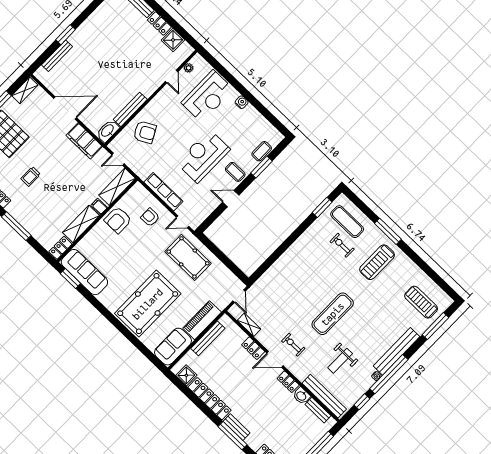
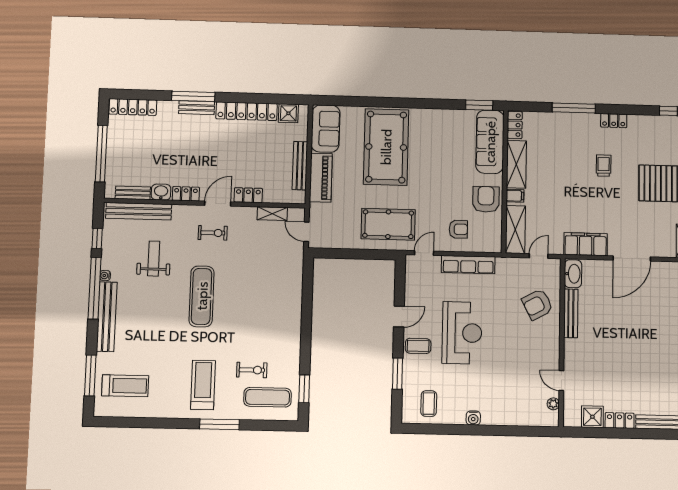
reception desk: (207, 96) -> (511, 394), removed
coffee table: (262, 151) -> (429, 404), moved
sofa: (84, 272) -> (490, 142), moved, turned 90

